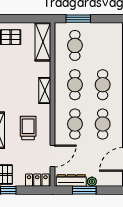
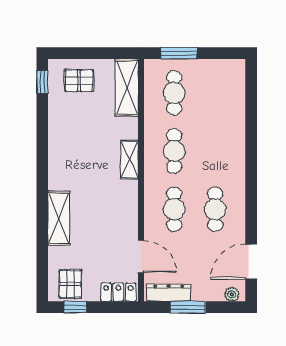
cafe table: (103, 85) -> (215, 151), removed
trolley: (28, 128) -> (105, 215), removed
door: (53, 156) -> (141, 256), hinge flipped
plant: (92, 182) -> (232, 294), moved

